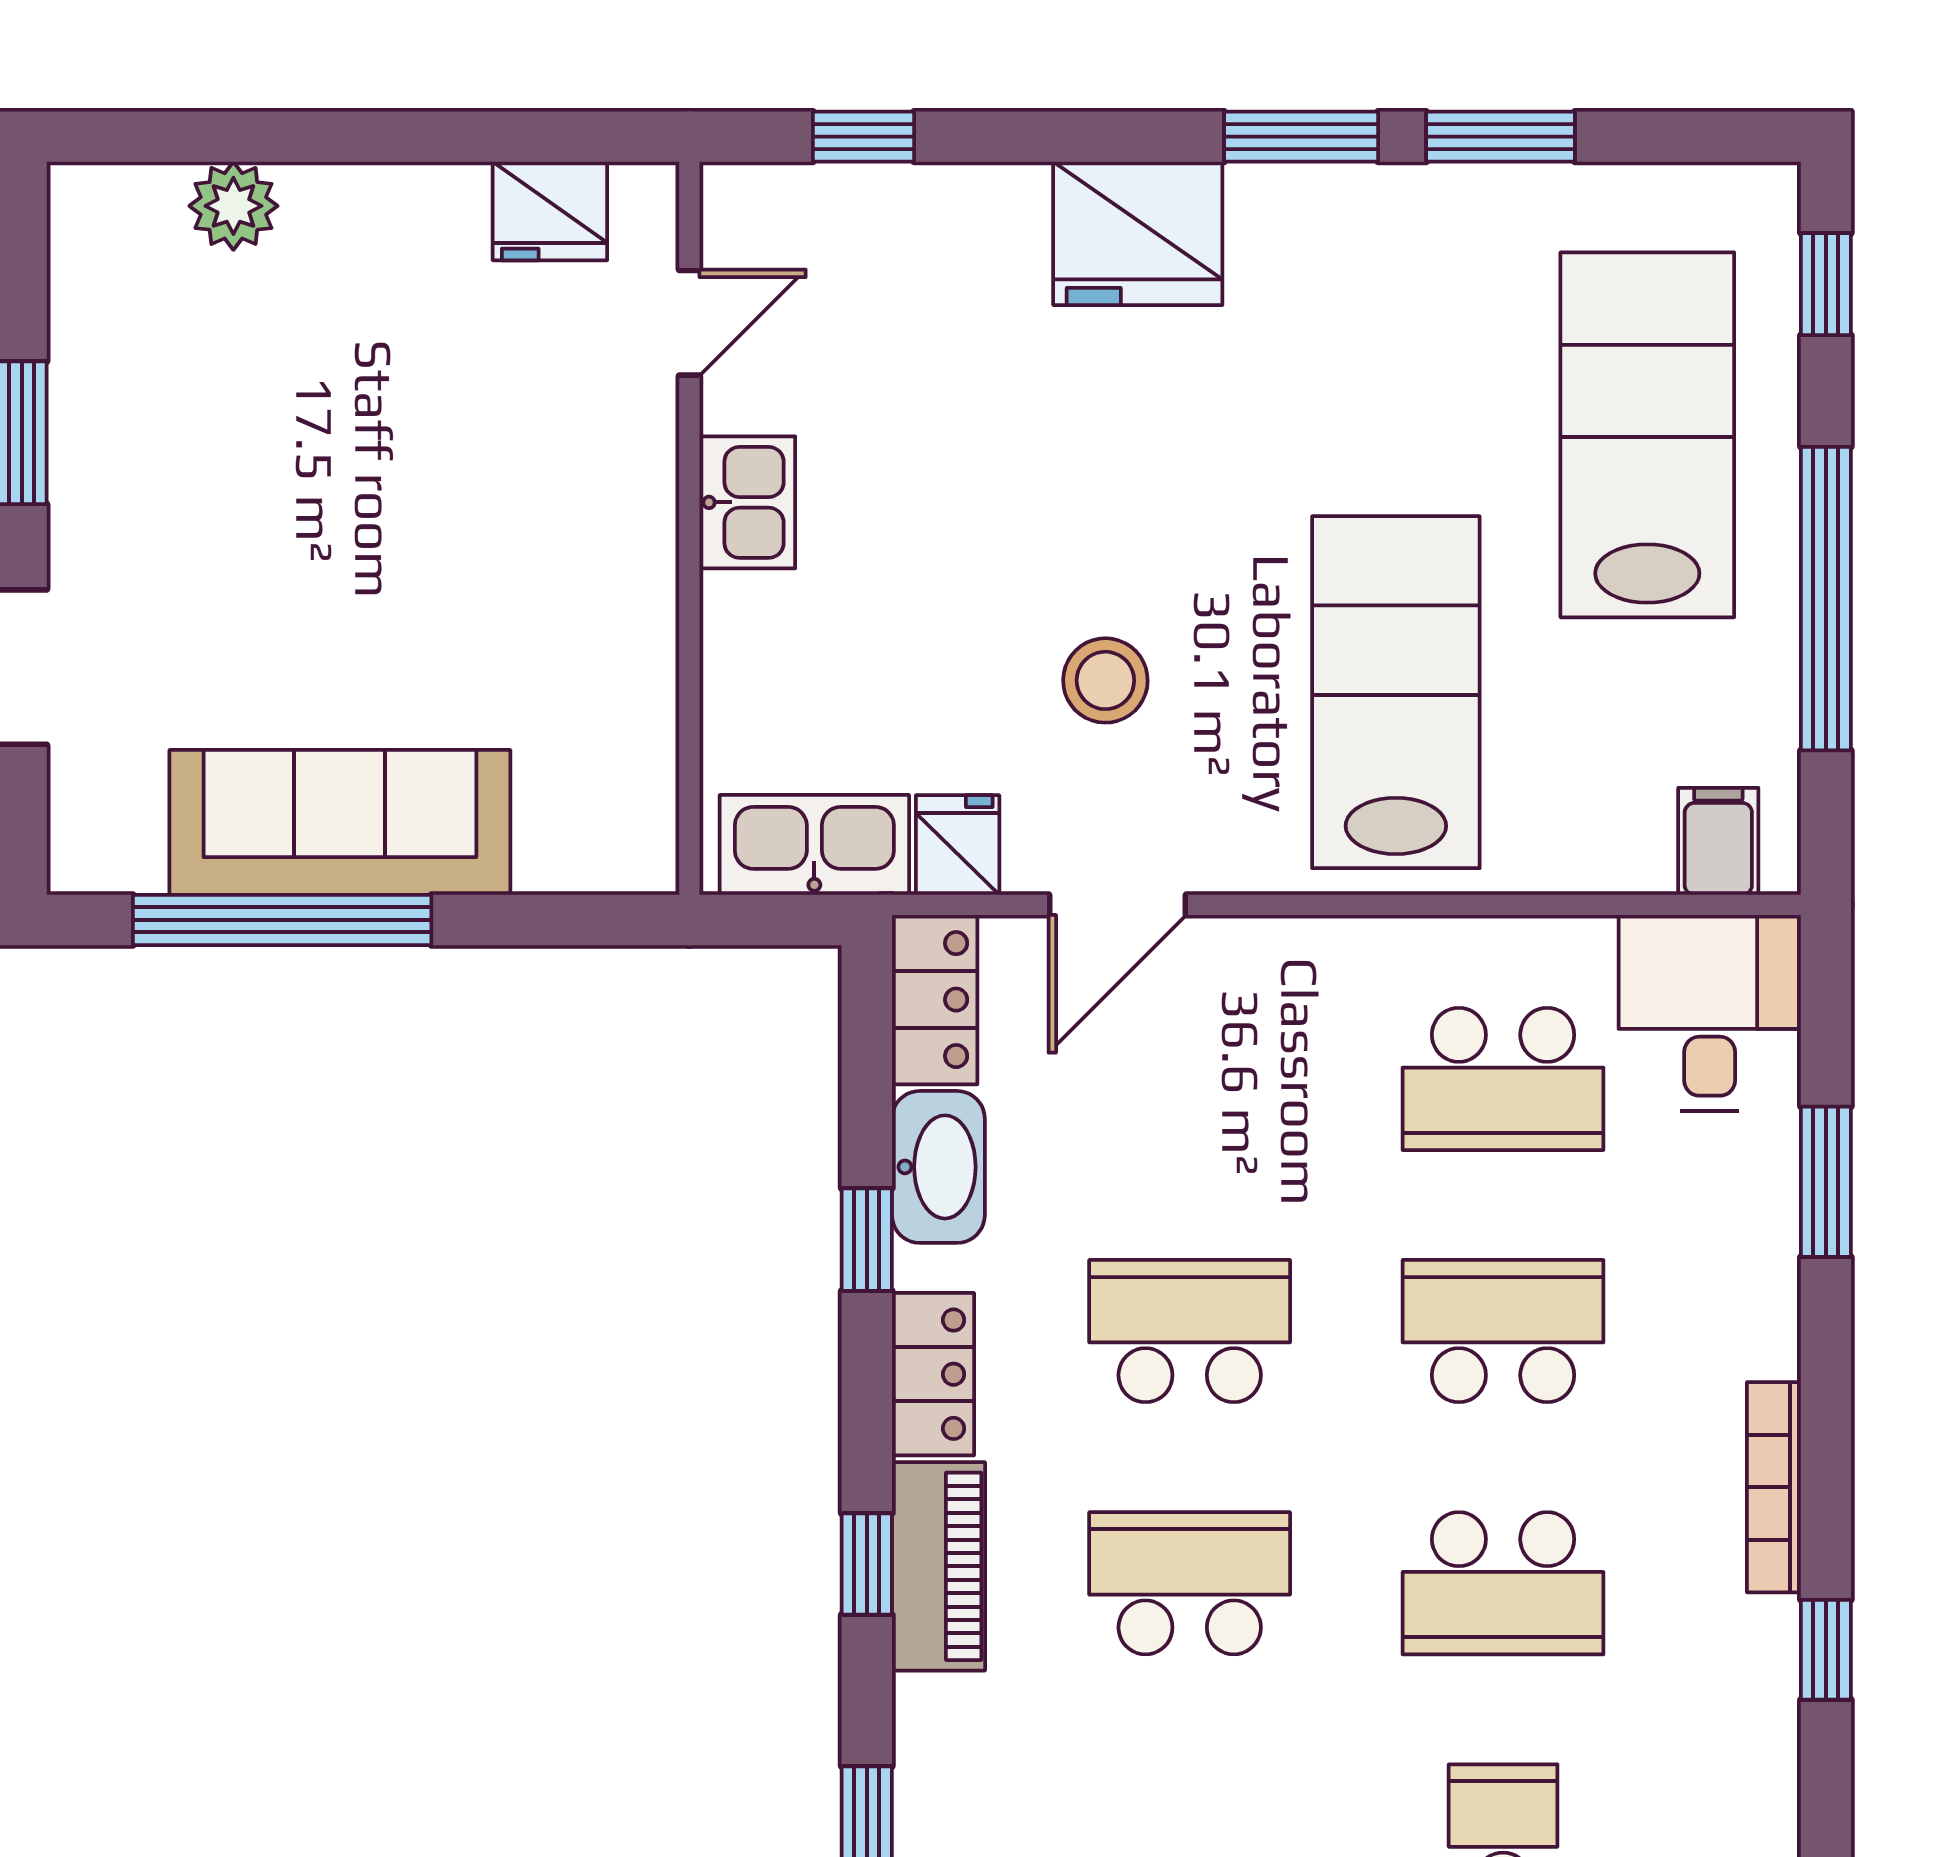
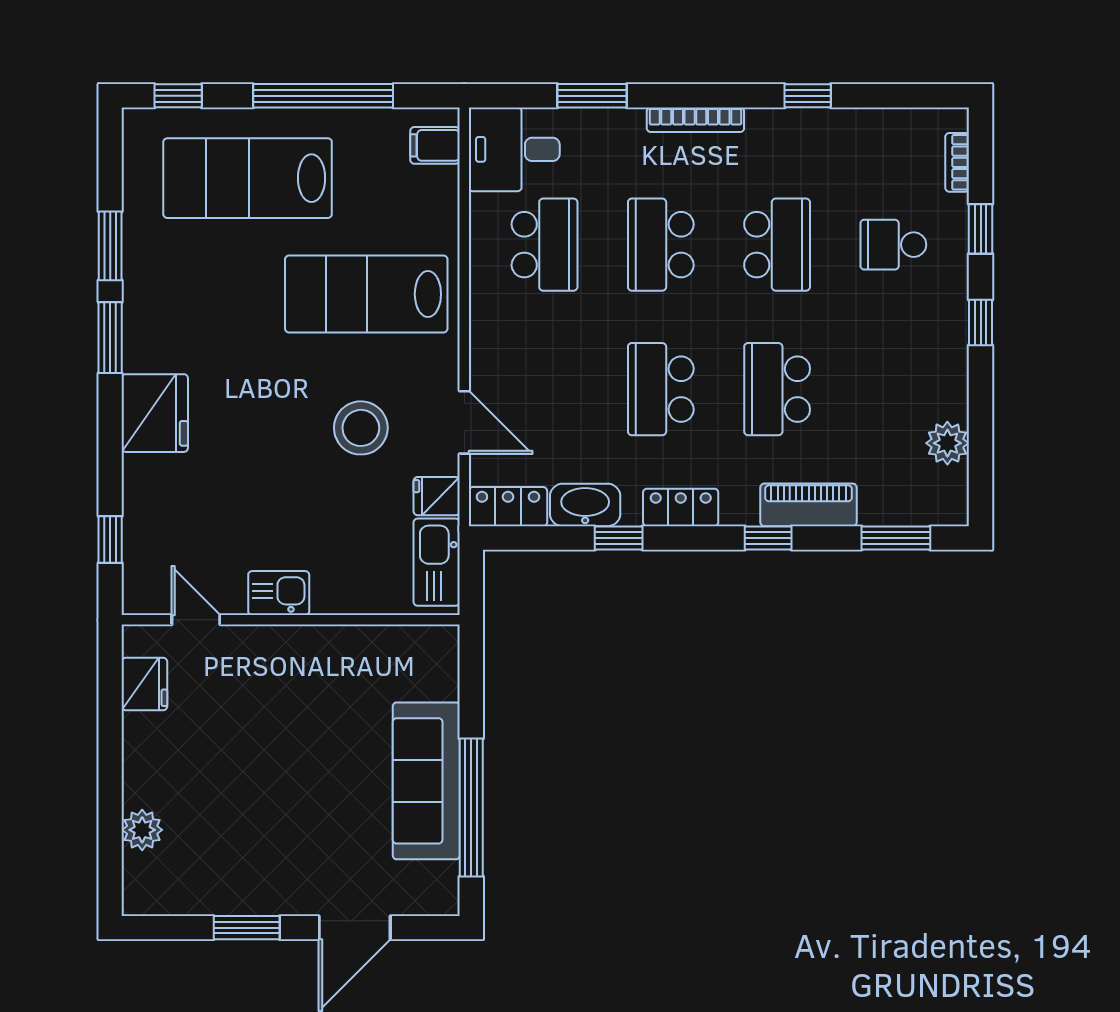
stool: (1105, 680) -> (361, 428), width x1.38, depth x1.38
bookcase: (1774, 1487) -> (695, 120), moved
piano: (938, 1566) -> (809, 505), moved

